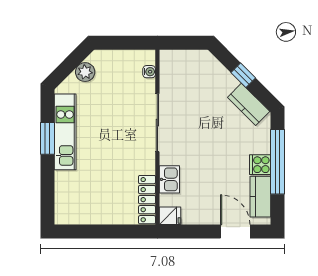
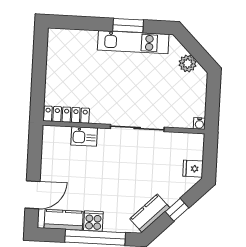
water cooler: (149, 72) -> (199, 124), moved
fridge: (170, 216) -> (193, 169), moved, turned 90

